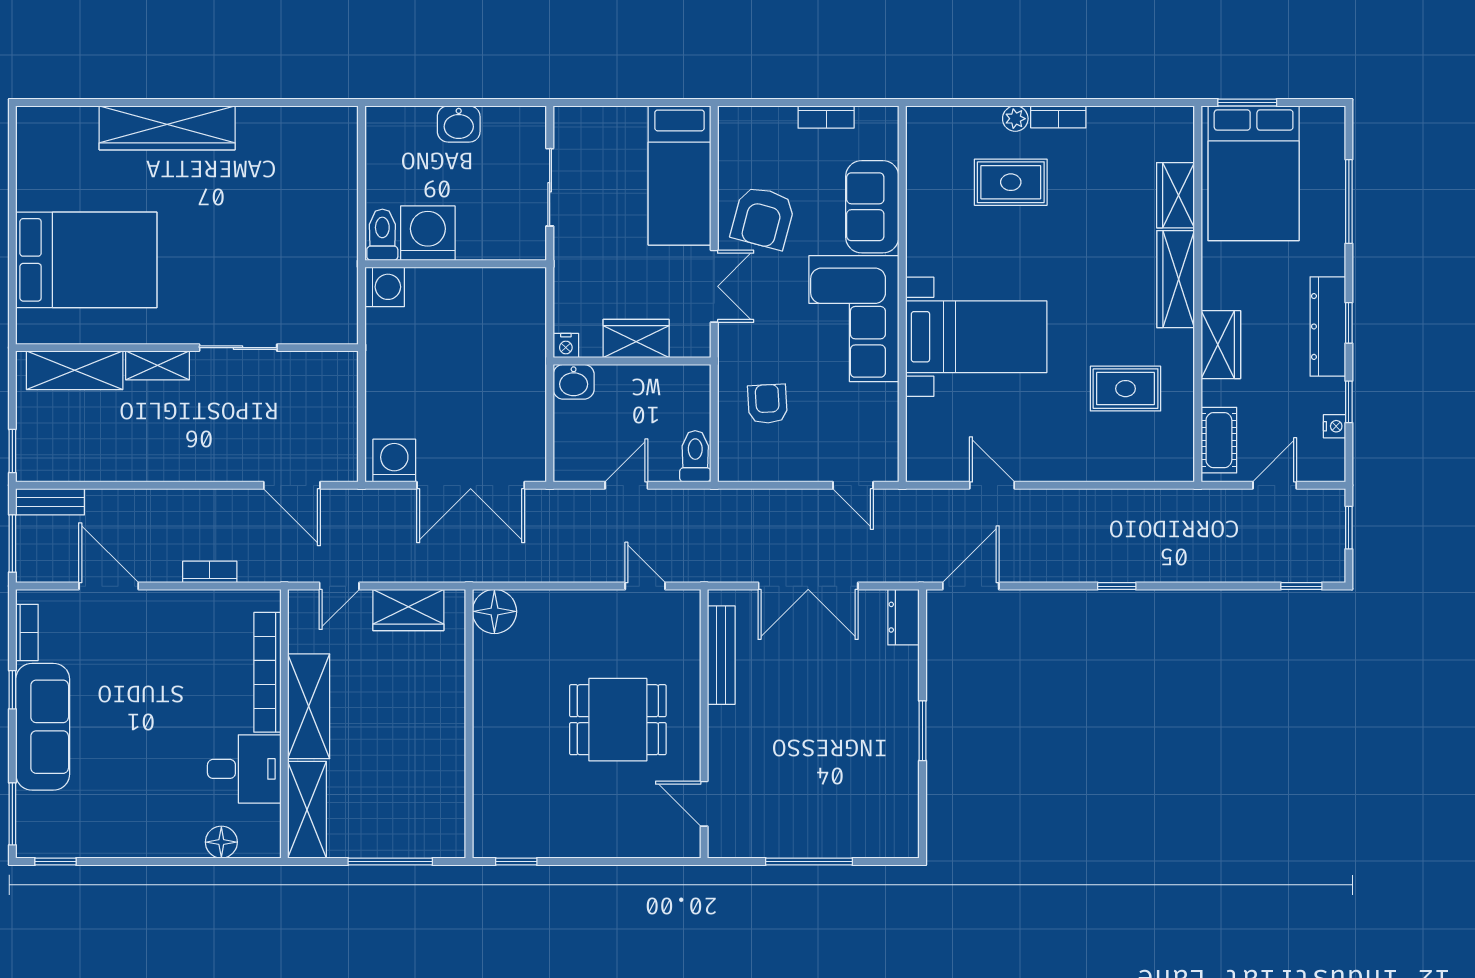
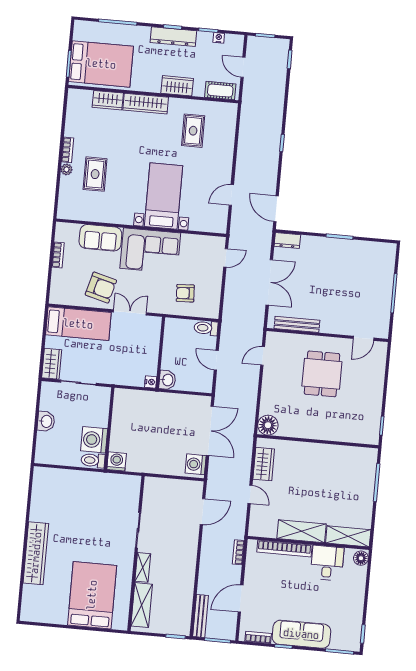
wardrobe: (636, 339) -> (52, 364), moved, turned 180
bench: (50, 502) -> (201, 616), width x1.36
bookcase: (267, 672) -> (284, 549), moved
shelving: (309, 706) -> (301, 531), moved
wall: (284, 724) -> (308, 543), moved
desk: (244, 769) -> (327, 563), moved
shelving: (307, 810) -> (348, 536), moved

